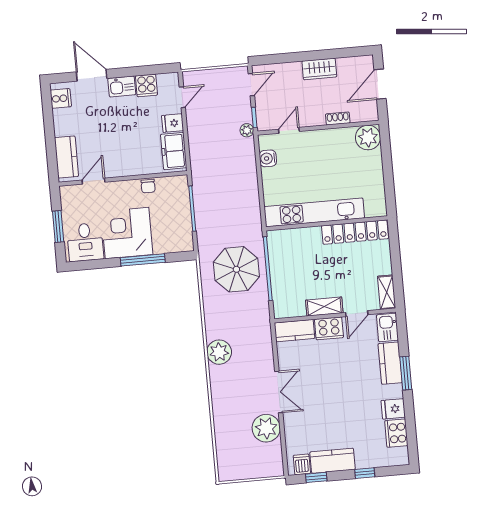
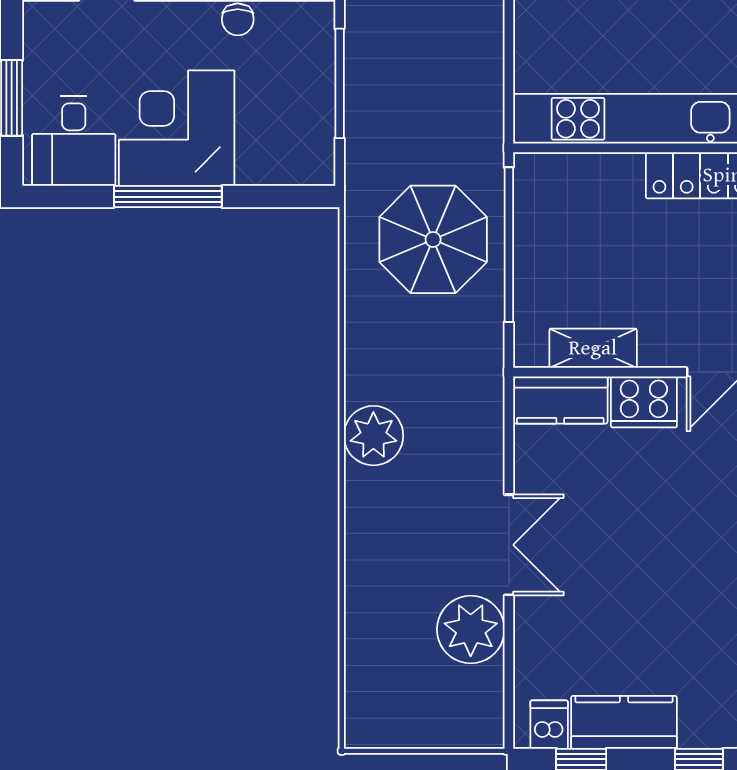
window: (143, 260) -> (168, 197), moved
shelving: (324, 307) -> (593, 348), moved

